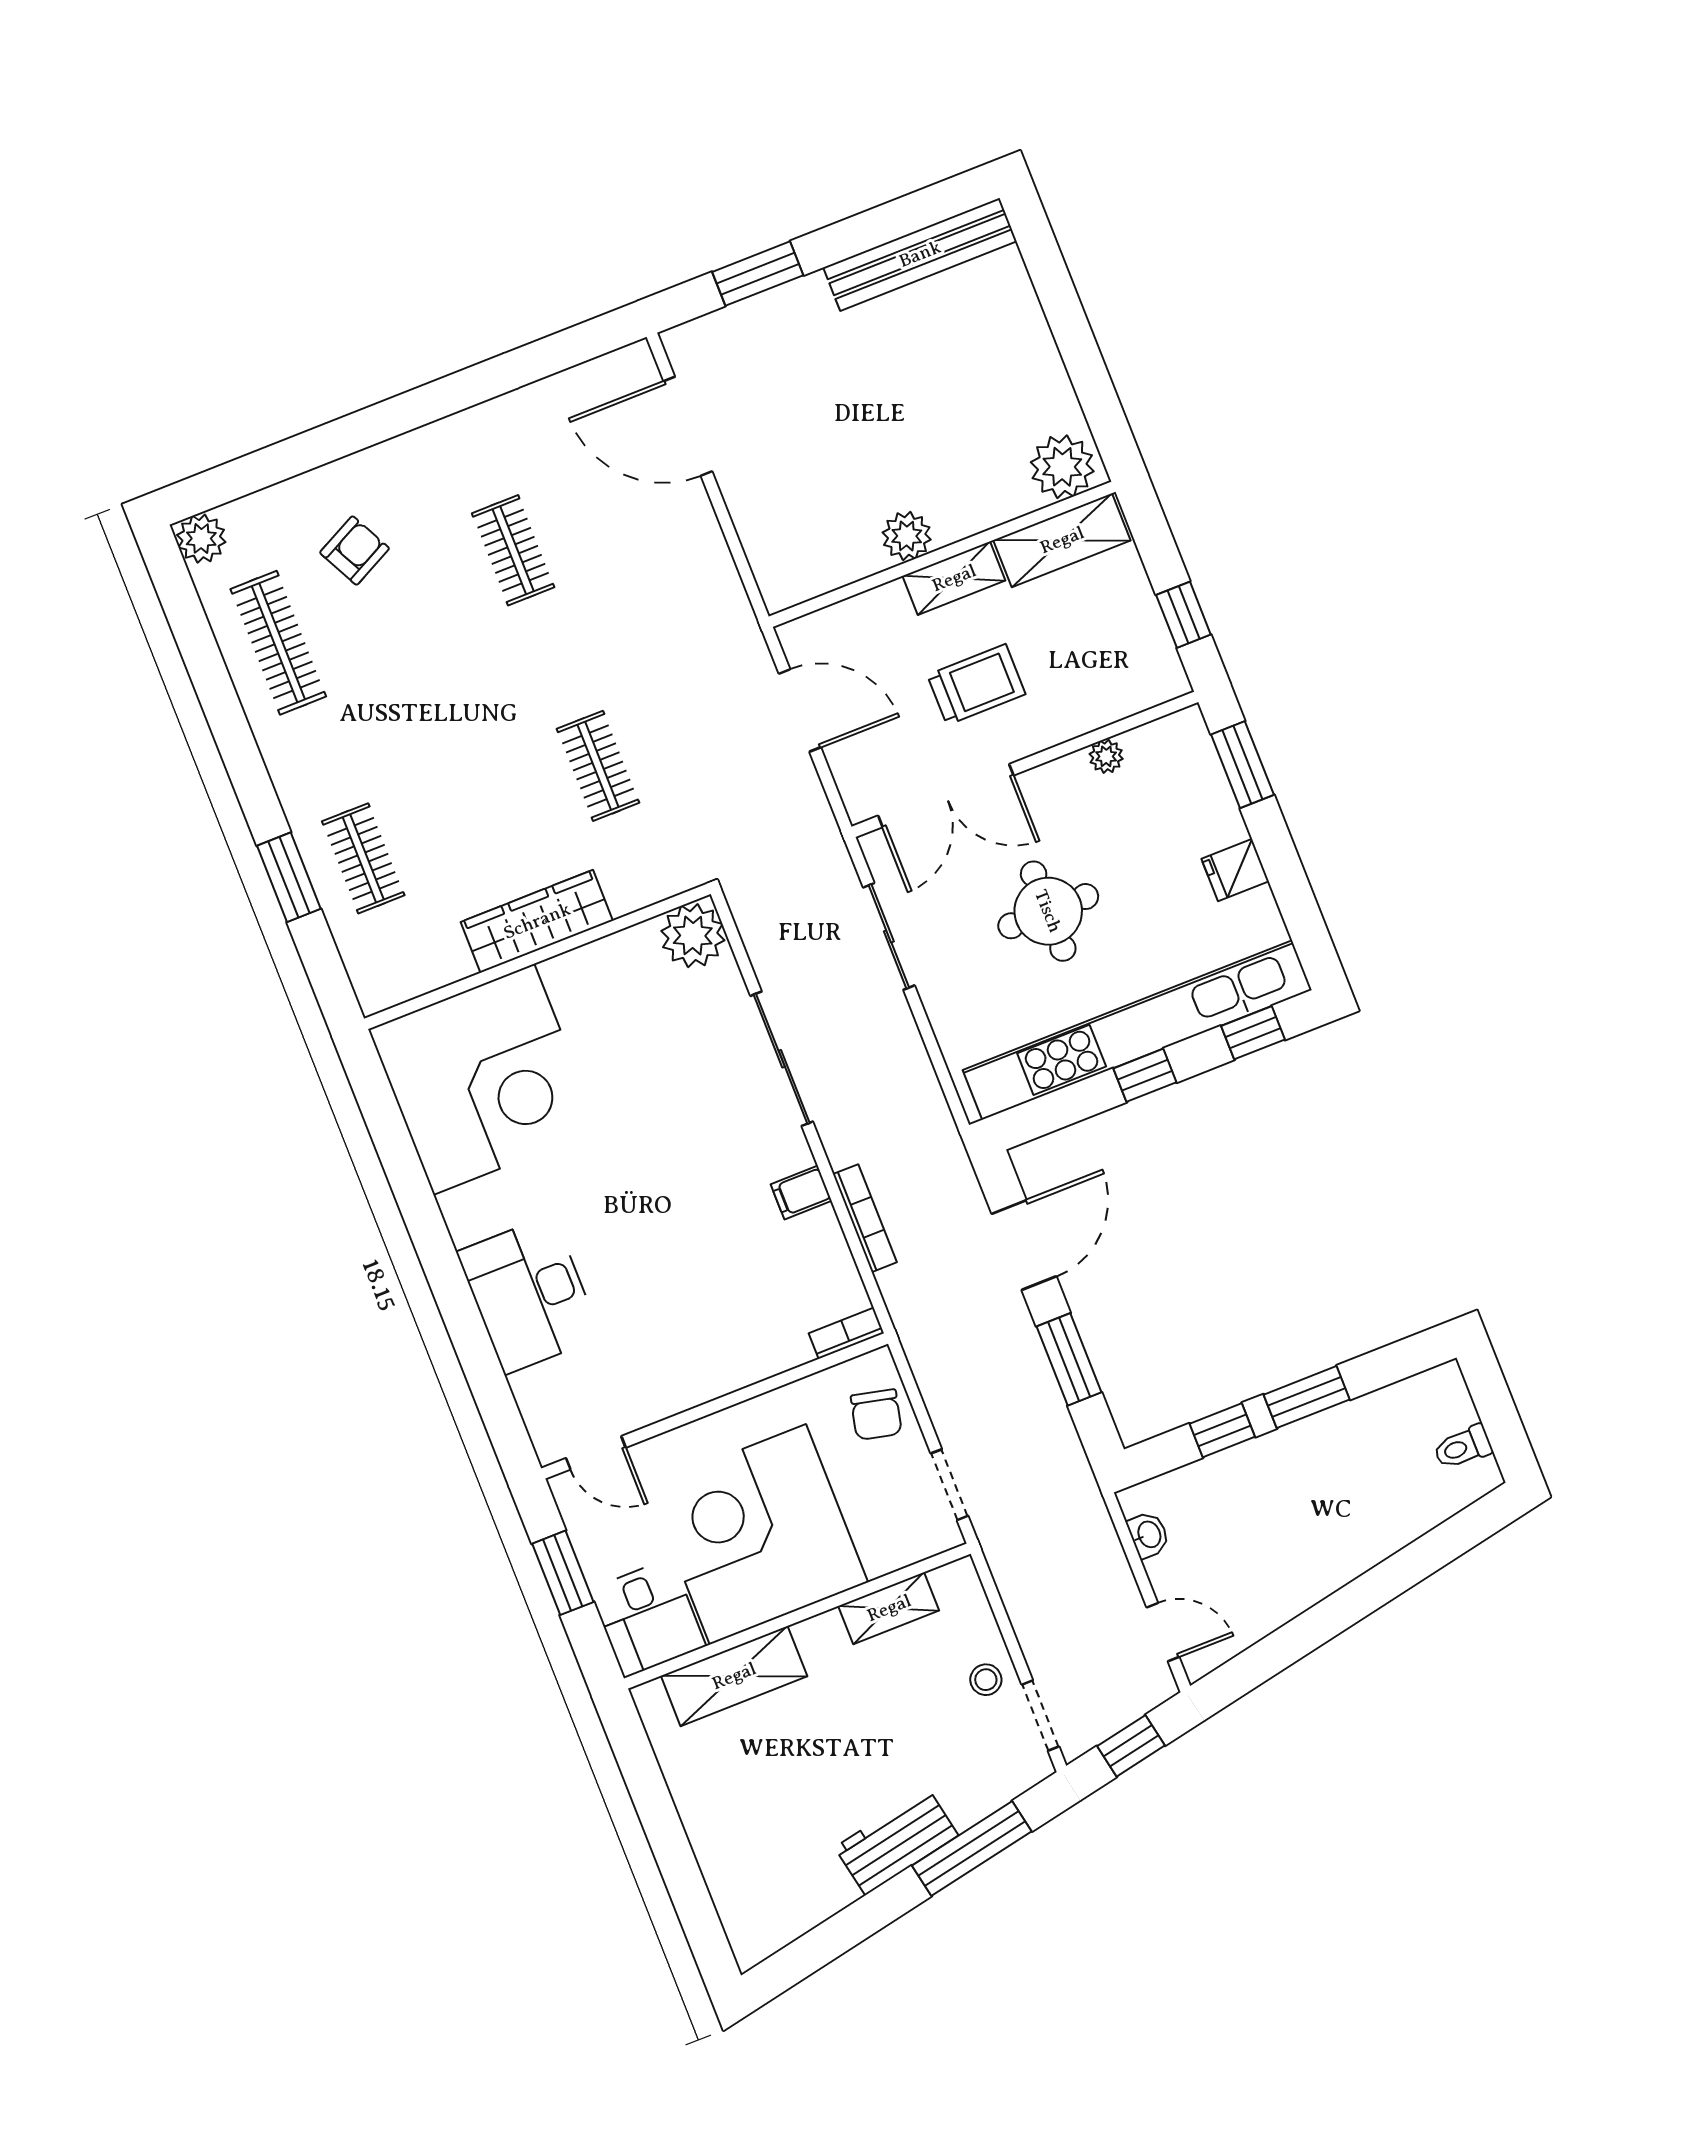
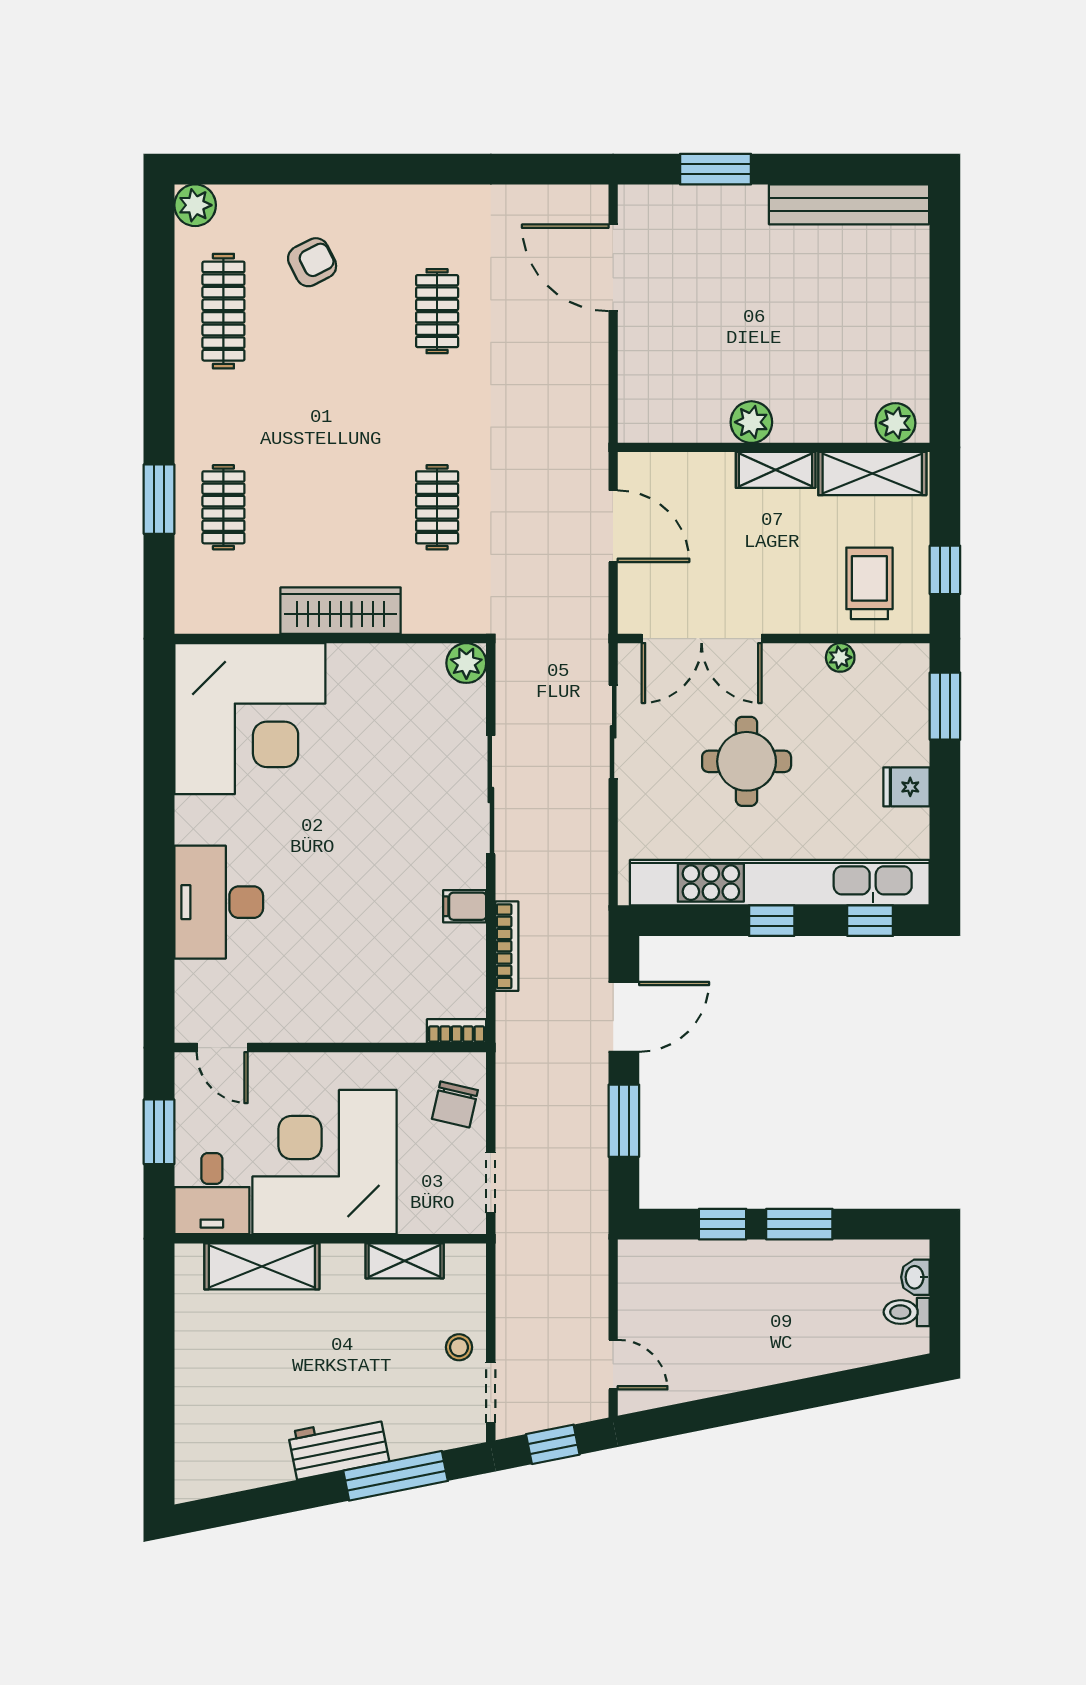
plant: (1062, 467) -> (895, 423), width x0.73, depth x0.73
trolley: (976, 685) -> (869, 583), moved, turned -90
plant: (693, 936) -> (466, 663), width x0.73, depth x0.73
washbasin: (1148, 1535) -> (915, 1277), moved, turned 180

